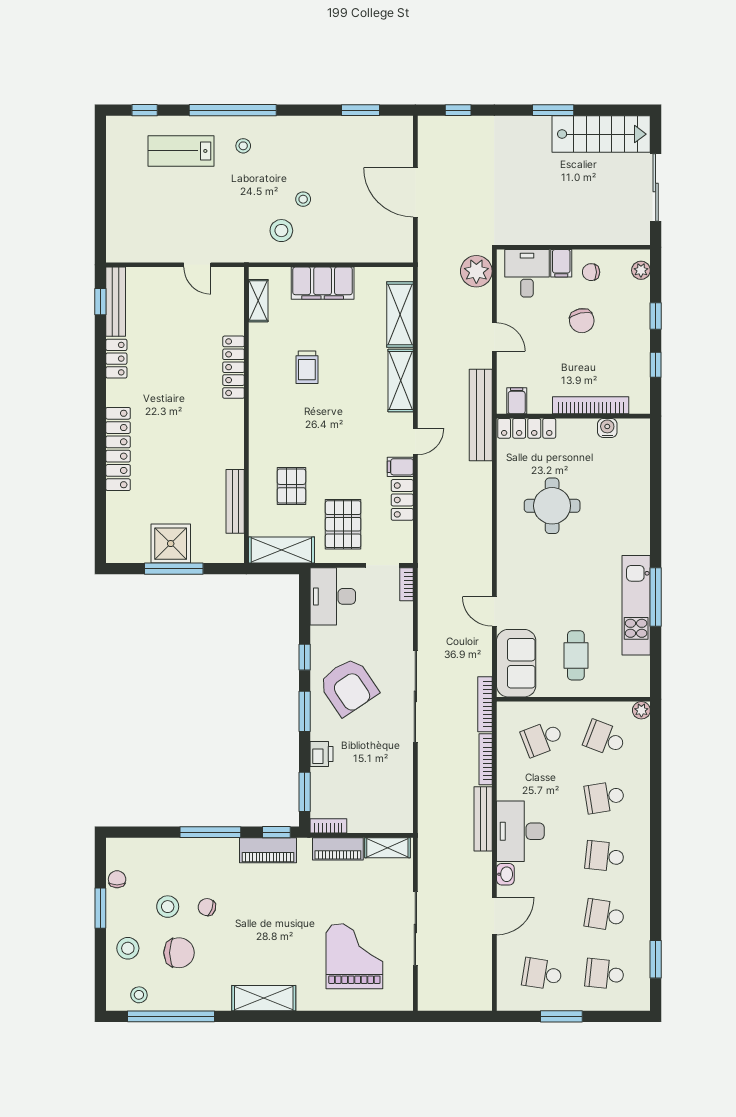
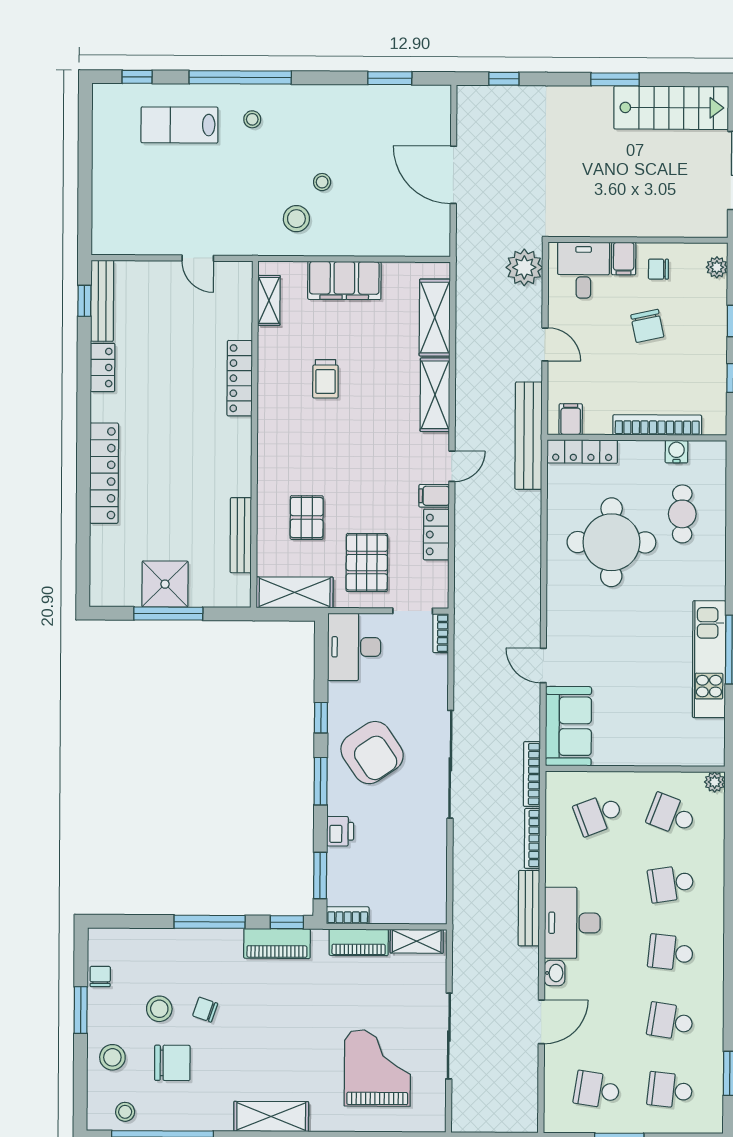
round table: (552, 506) -> (611, 542), width x1.36, depth x1.36
cafe table: (576, 655) -> (682, 514), moved

